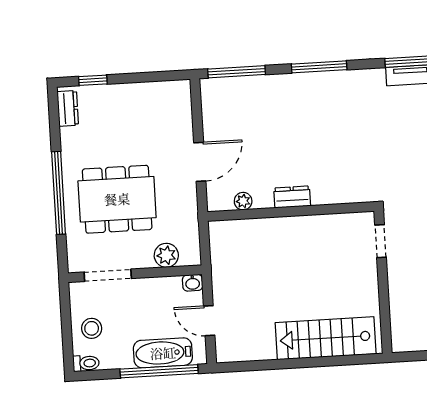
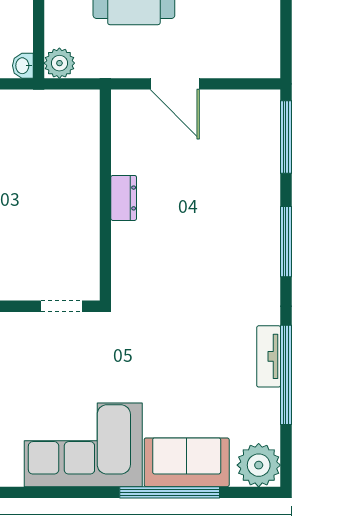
plant: (243, 201) -> (122, 136), removed
plant: (166, 255) -> (59, 63), moved

